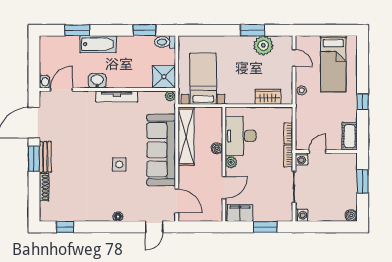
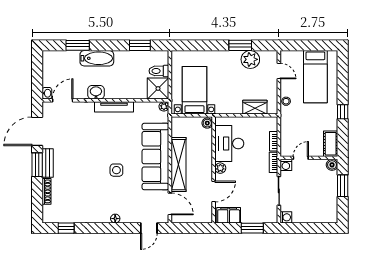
toilet: (165, 42) -> (159, 71), moved
shelving: (186, 136) -> (179, 165), moved
boiler: (217, 148) -> (207, 123), moved
boiler: (351, 215) -> (332, 165), moved

